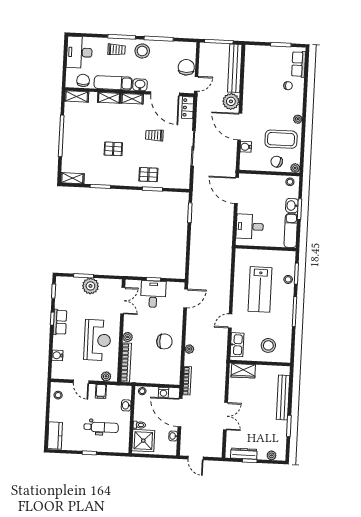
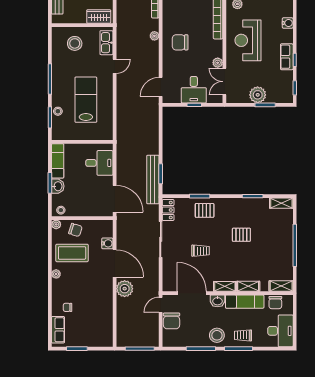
bench: (235, 68) -> (153, 180), moved
locker: (188, 108) -> (168, 210), moved
plant: (128, 337) -> (218, 63), moved

